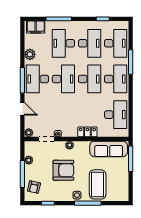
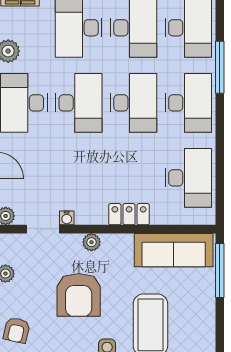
armchair: (63, 170) -> (79, 295), turned 90

